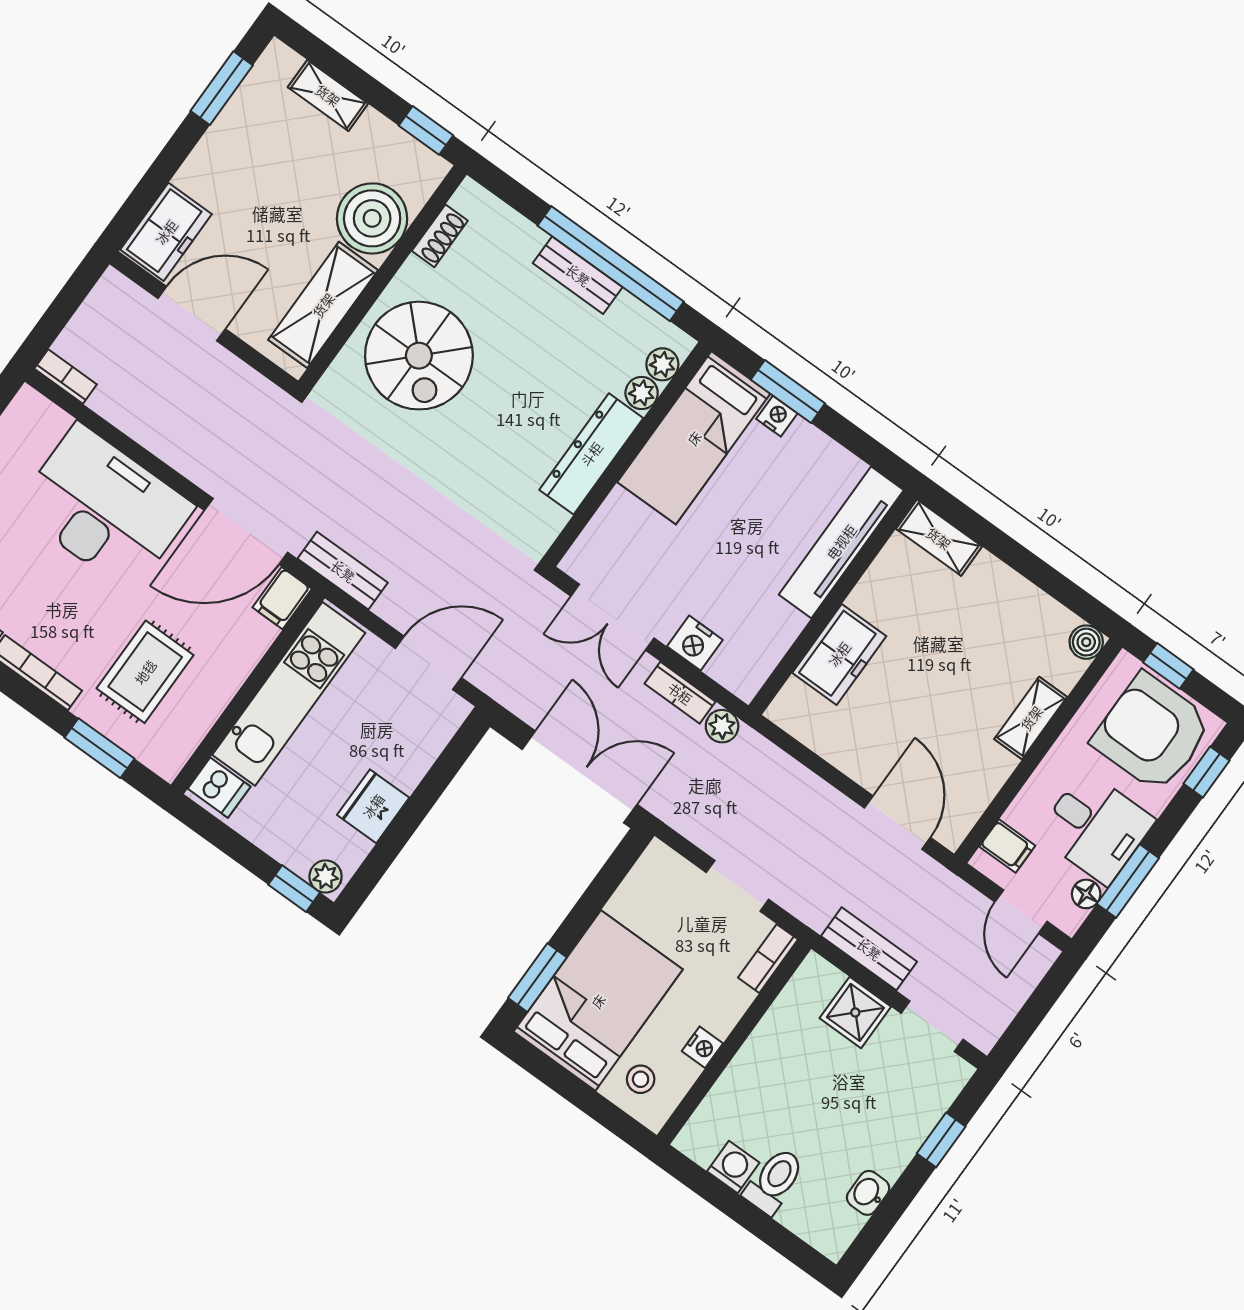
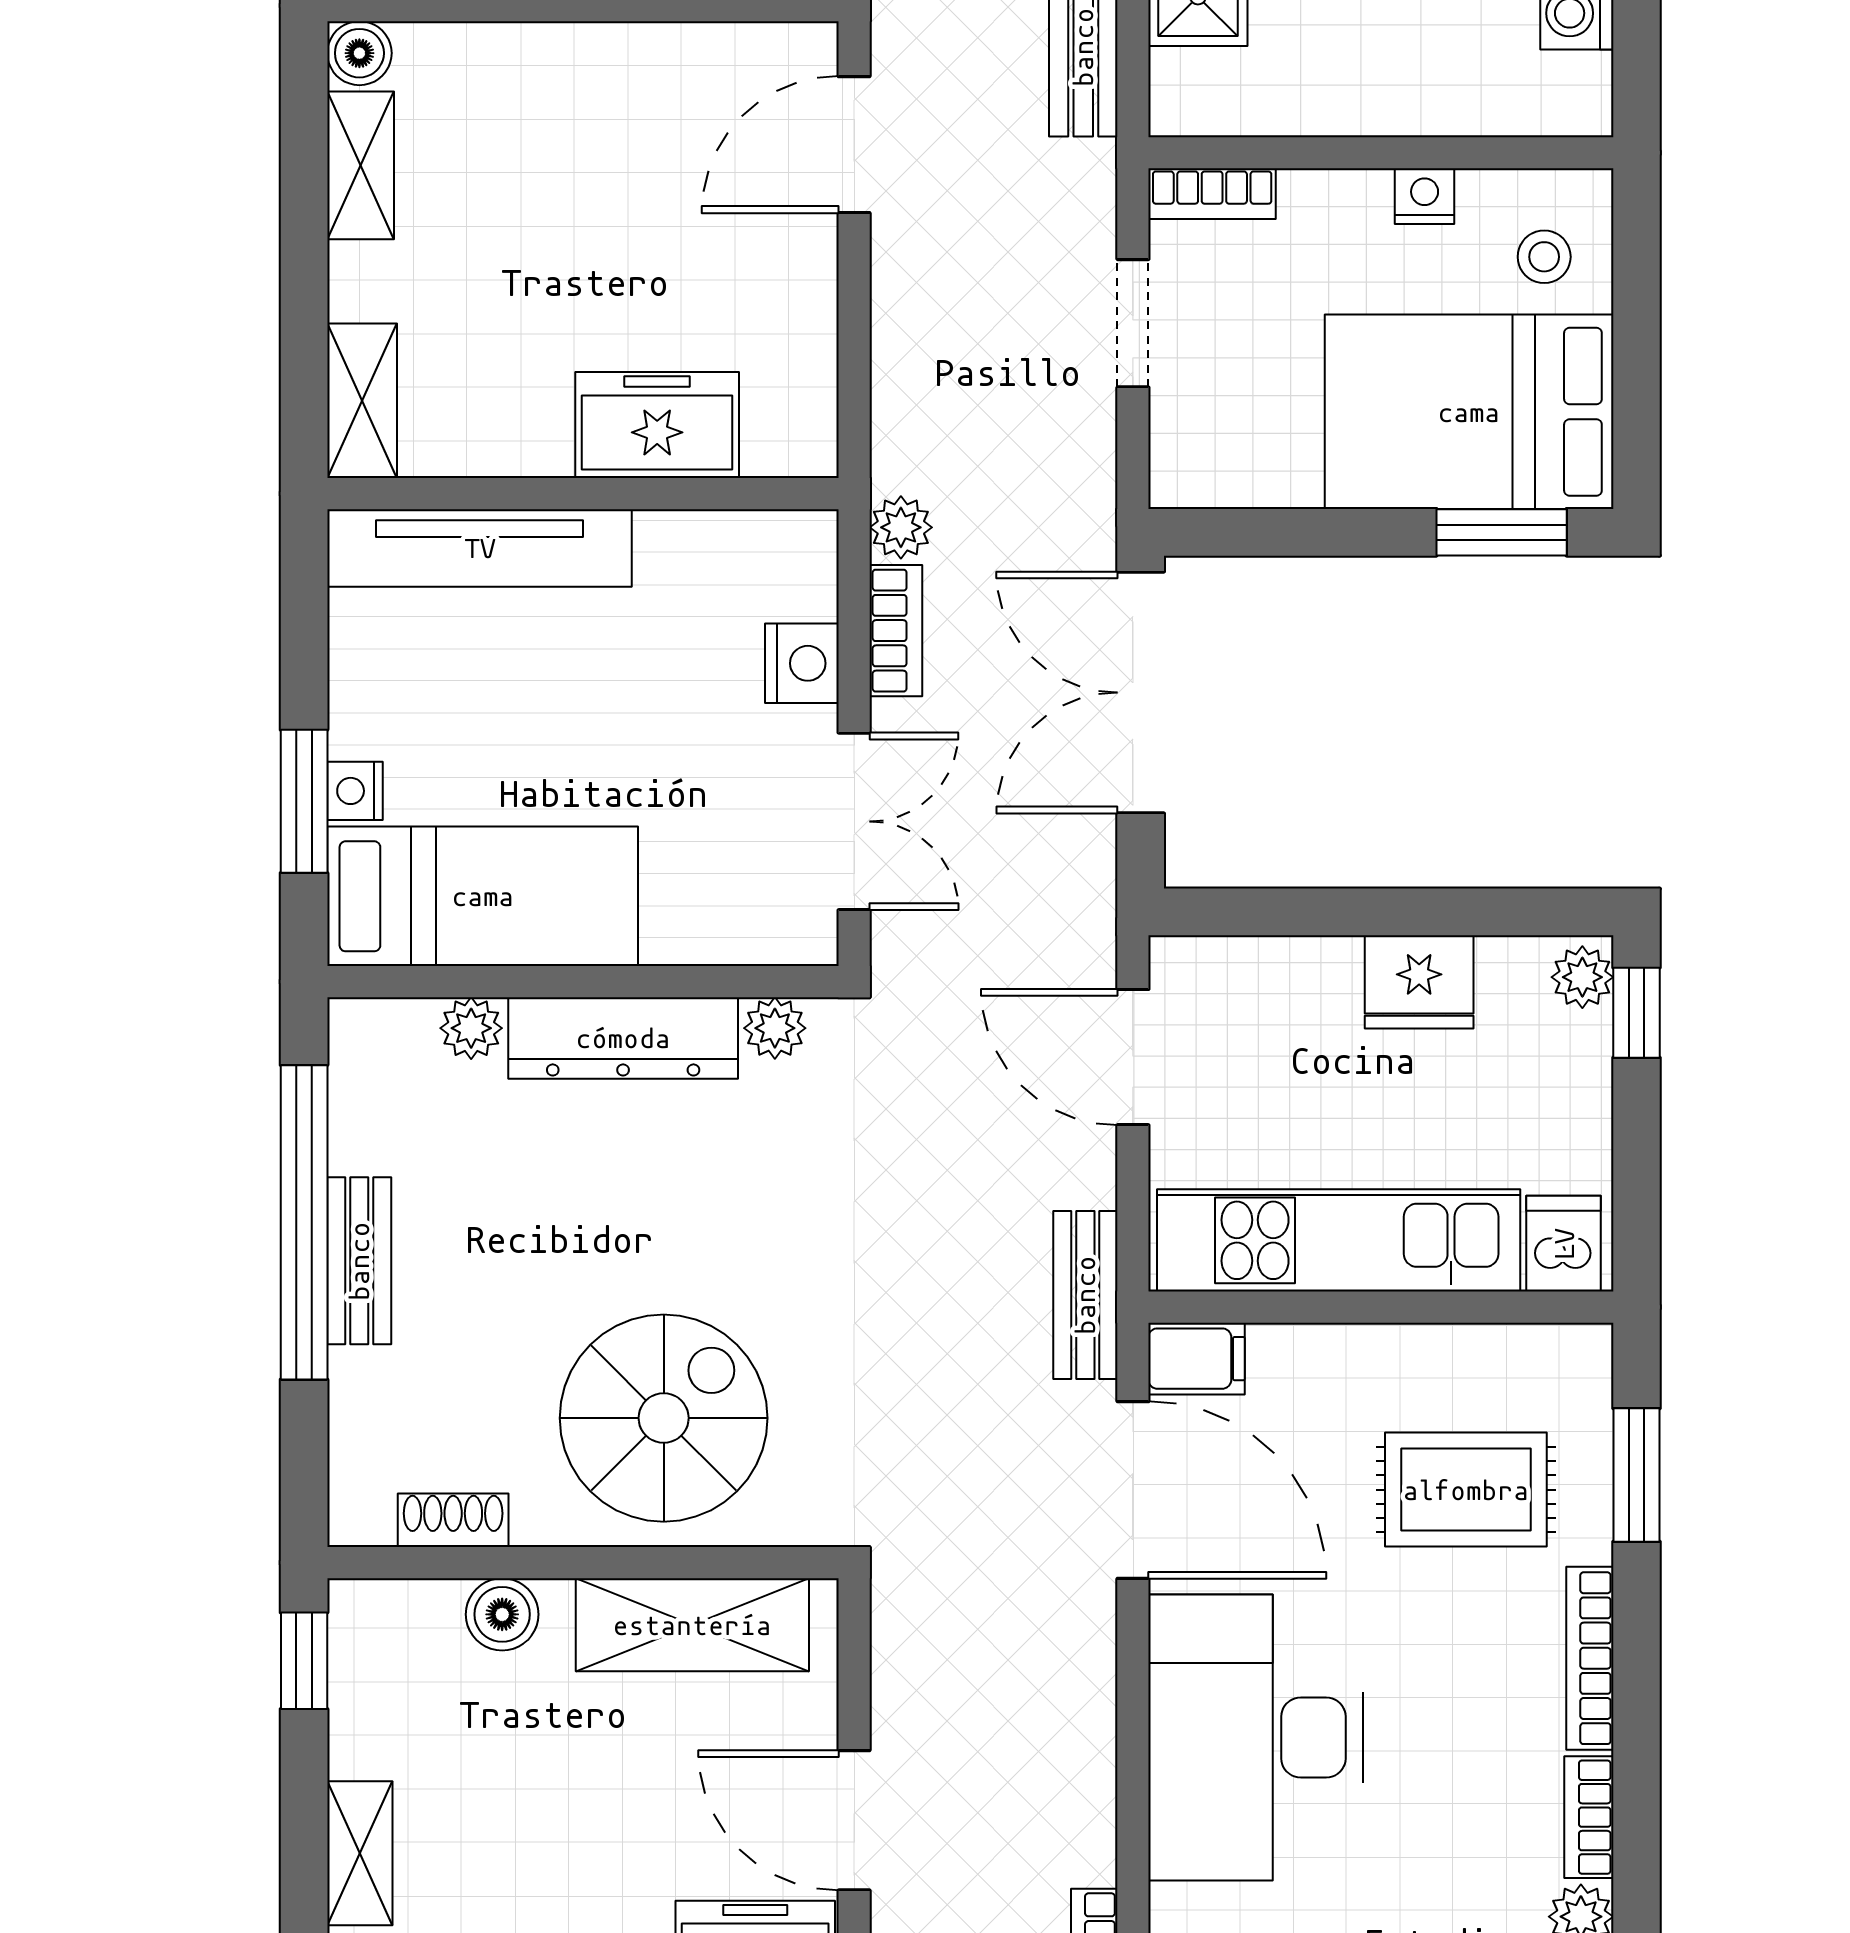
boiler: (372, 218) -> (502, 1614), width x0.54, depth x0.54
plant: (662, 364) -> (775, 1028), moved
shelving: (1031, 718) -> (361, 165), moved, turned 90

